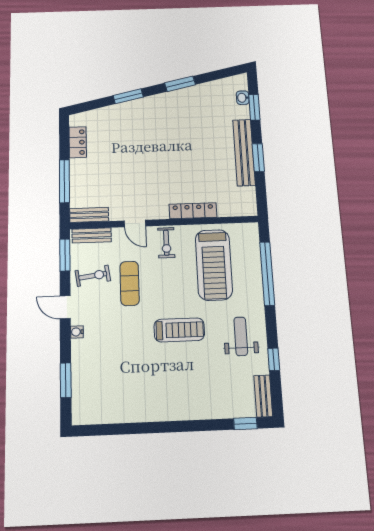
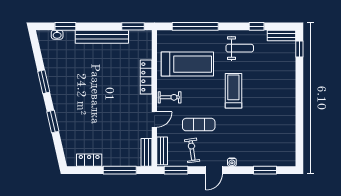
window: (258, 157) -> (133, 26), moved
weight bench: (241, 336) -> (240, 48), turned 180

